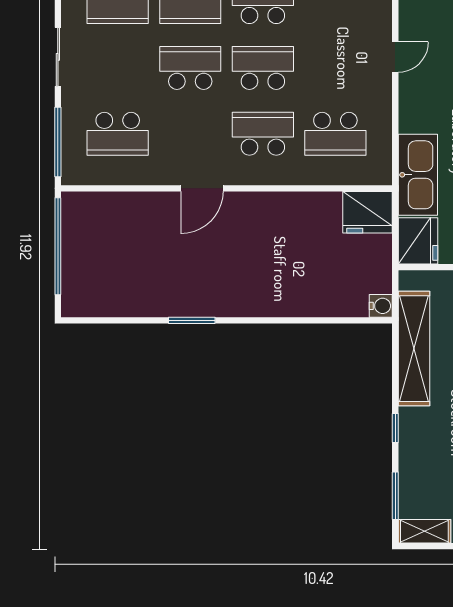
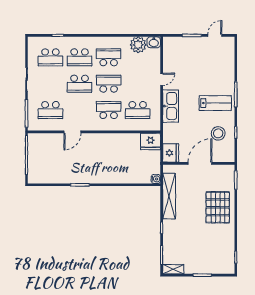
school desk: (190, 68) -> (80, 84), turned 180
kitchen sink: (418, 175) -> (171, 106), moved
door: (202, 188) -> (72, 132), moved

